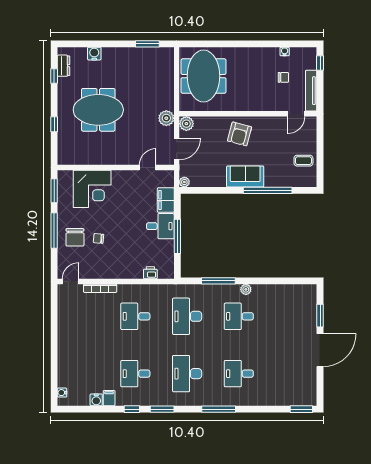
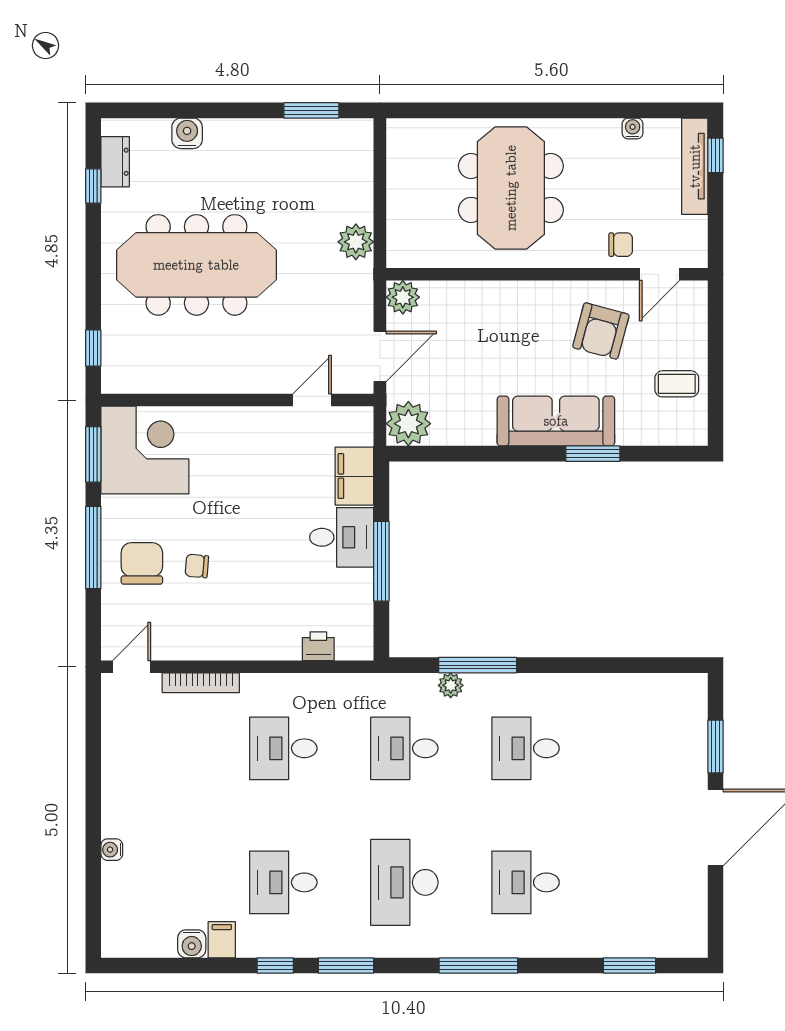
meeting table: (204, 76) -> (511, 188), moved
chair: (283, 77) -> (621, 245), moved
tv unit: (311, 91) -> (695, 166), moved
meeting table: (98, 110) -> (196, 265), width x1.36
plant: (166, 118) -> (356, 242), moved
window: (54, 124) -> (93, 348), moved
armchair: (240, 134) -> (601, 331), moved
sofa: (245, 177) -> (556, 421), width x1.36
plant: (184, 182) -> (408, 424), width x1.87, depth x1.87
corner desk: (92, 189) -> (145, 450), moved, turned -90
window: (268, 190) -> (593, 454), width x0.47
chair: (75, 237) -> (142, 563), turned 180
plant: (246, 289) -> (451, 685), moved
desk: (187, 316) -> (404, 748), width x0.73
water cooler: (62, 393) -> (112, 850), moved
window: (301, 409) -> (629, 966), moved

